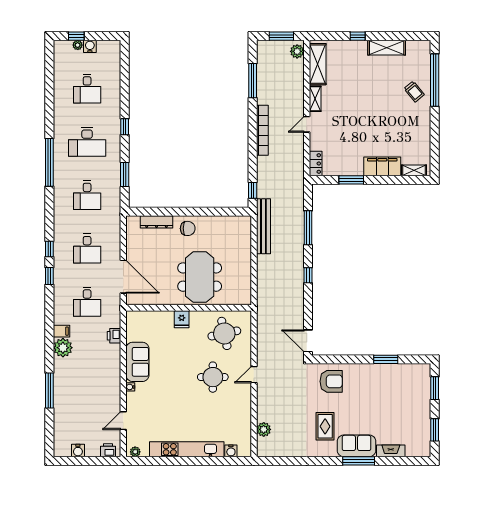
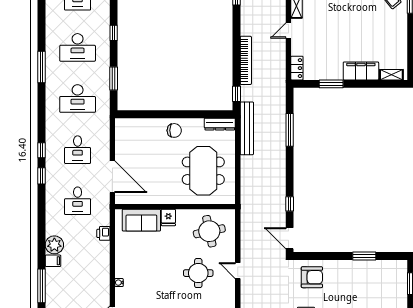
bookcase: (262, 130) -> (246, 60), moved
window: (49, 162) -> (41, 67), width x0.68
desk: (87, 195) -> (78, 99), width x1.37
dresser: (156, 222) -> (220, 124), moved
window: (308, 275) -> (290, 204), moved
meeting table: (200, 277) -> (203, 171), moved
filing cabinet: (61, 331) -> (53, 261), moved
sofa: (137, 362) -> (141, 220), moved, turned 90
door: (254, 375) -> (238, 271), hinge flipped

